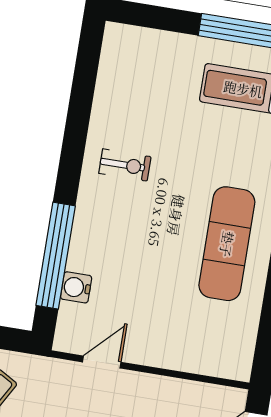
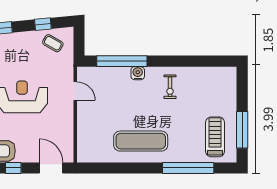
water cooler: (76, 287) -> (138, 73), moved

